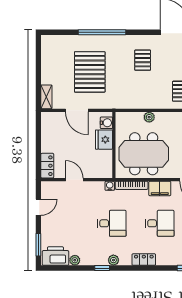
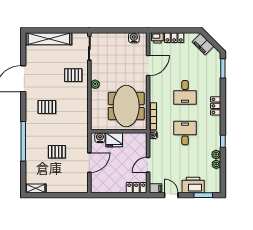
pallet: (90, 72) -> (57, 152), width x0.49, depth x0.50
shelving: (46, 97) -> (36, 188), moved
plant: (149, 117) -> (95, 84), moved
filing cabinet: (160, 188) -> (156, 188), moved, width x0.50
desk: (160, 223) -> (185, 92), turned 180
printer: (55, 256) -> (193, 185), moved, turned 90
plant: (113, 260) -> (216, 155), moved

